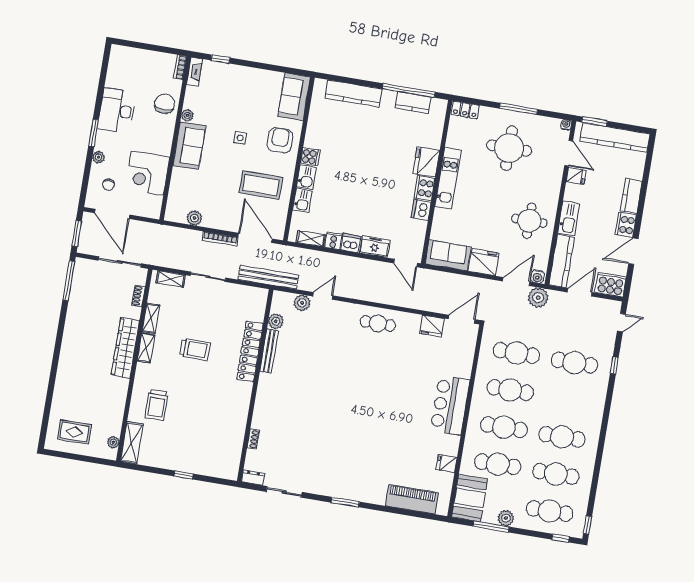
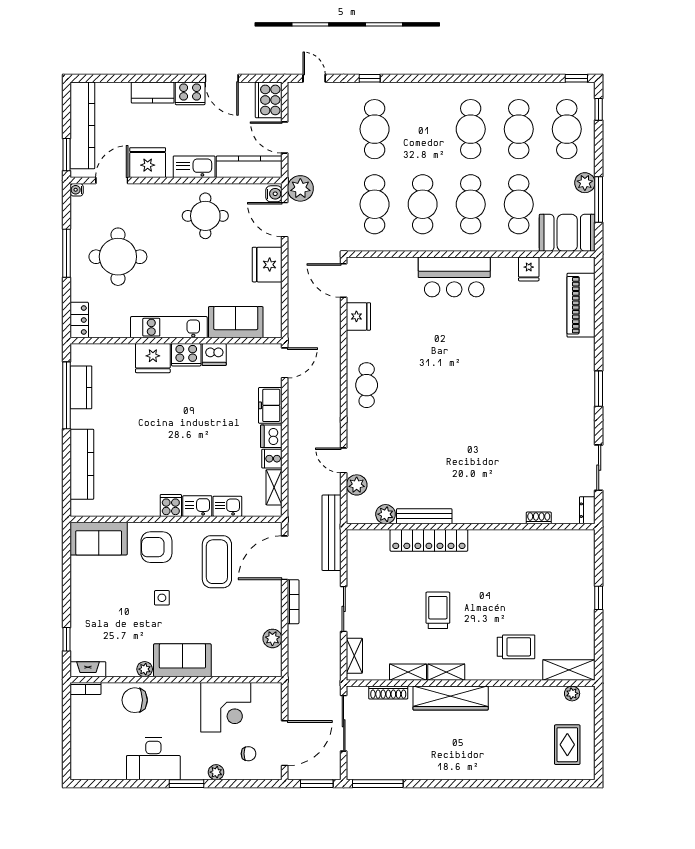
fridge: (576, 176) -> (148, 163), width x1.88, depth x1.34
sofa: (448, 256) -> (236, 322), moved, turned 90
shoe rack: (138, 296) -> (388, 693), width x1.43

